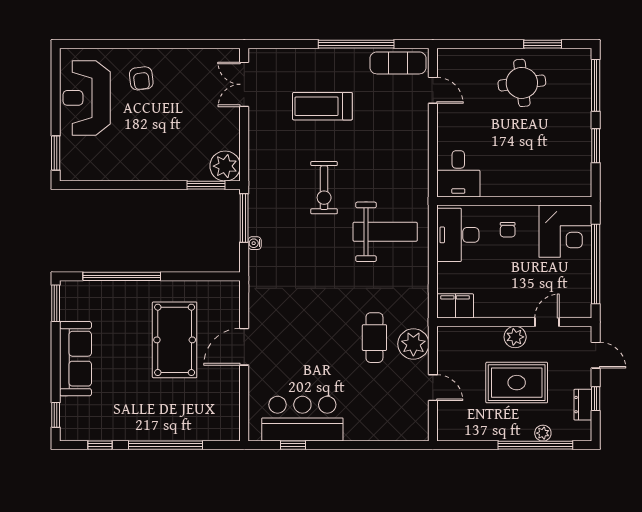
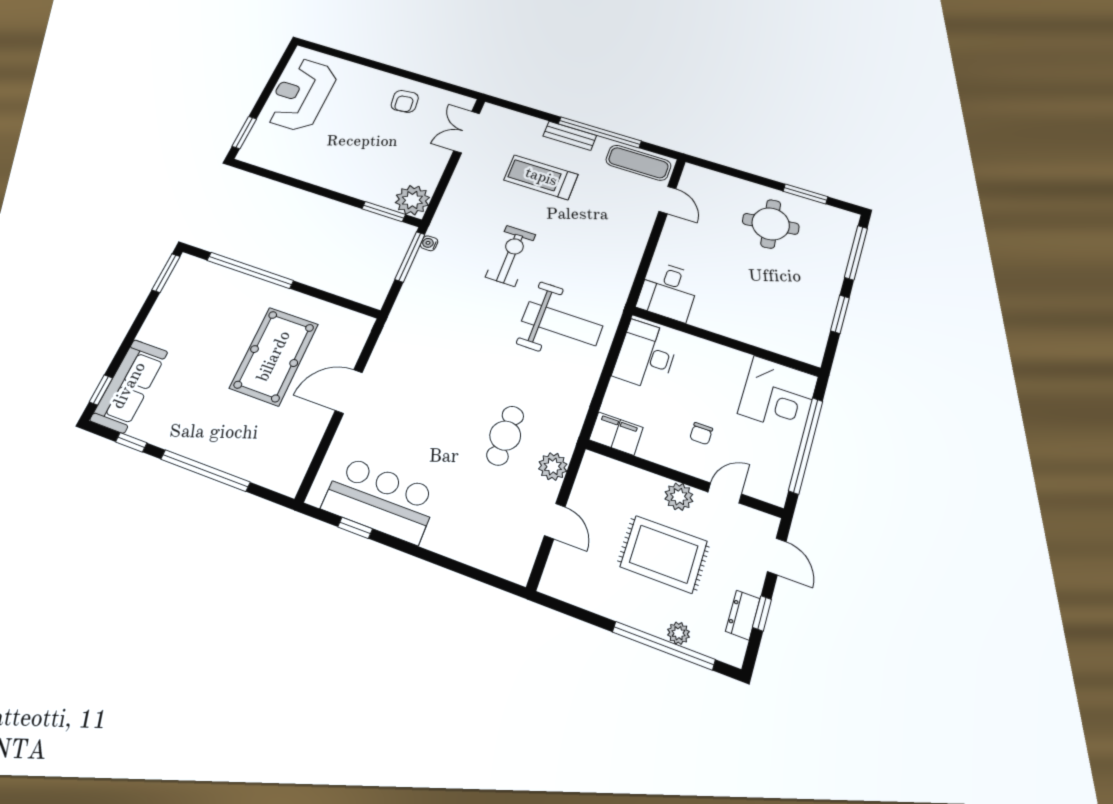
bench: (332, 57) -> (570, 136), added
armchair: (141, 78) -> (405, 101), moved
exercise bike: (324, 188) -> (511, 256), turned 180
chair: (508, 230) -> (701, 434), moved
water cooler: (255, 243) -> (429, 243), moved
plant: (413, 344) -> (553, 467), width x0.73, depth x0.73
sofa: (75, 359) -> (129, 386), moved

